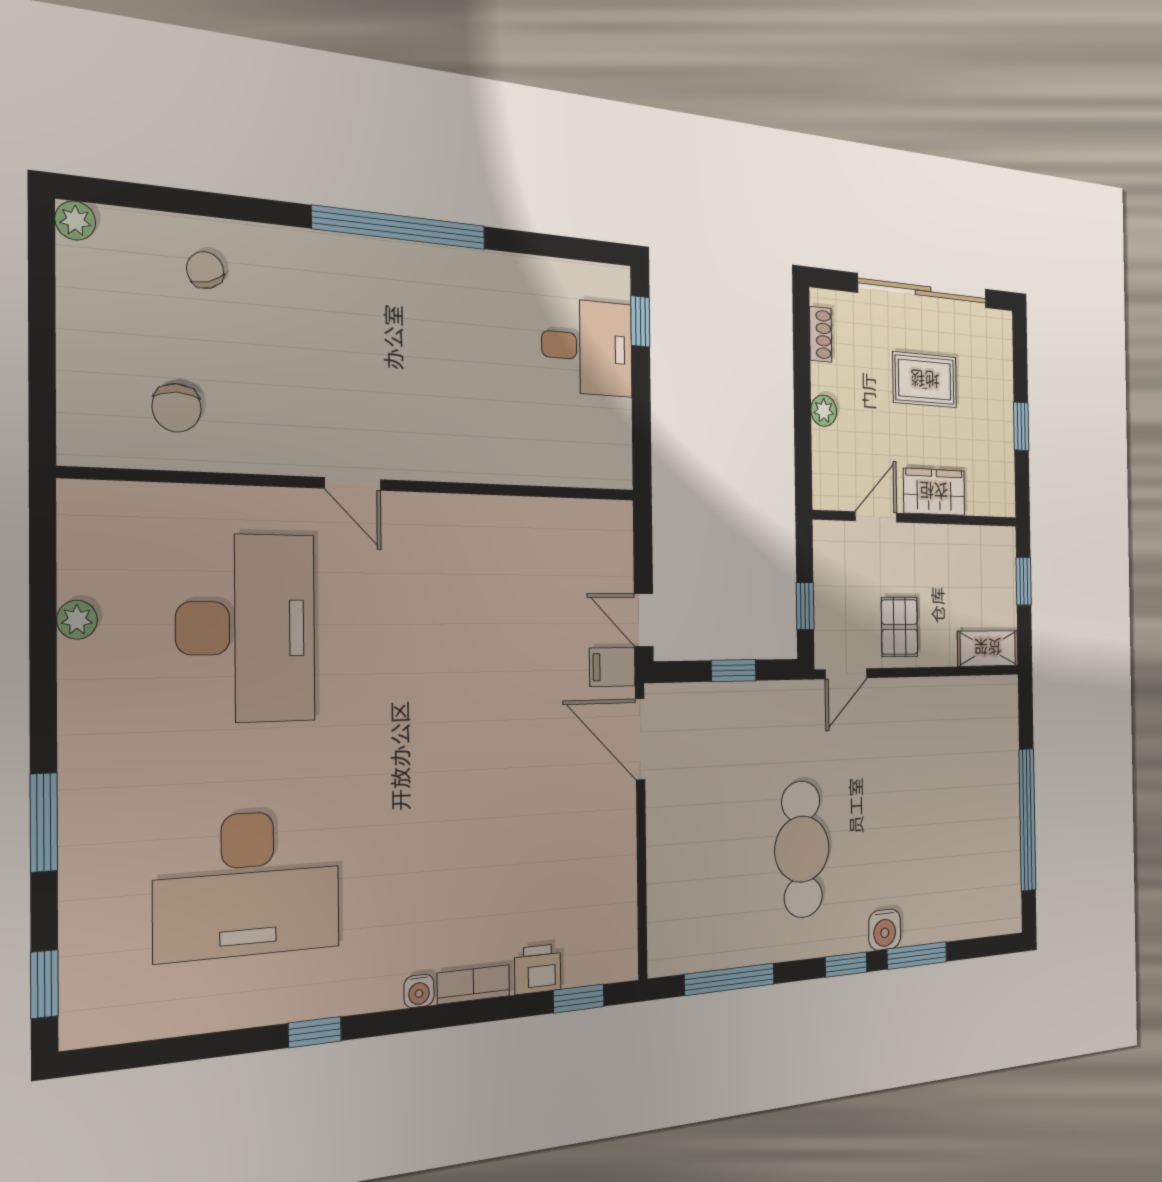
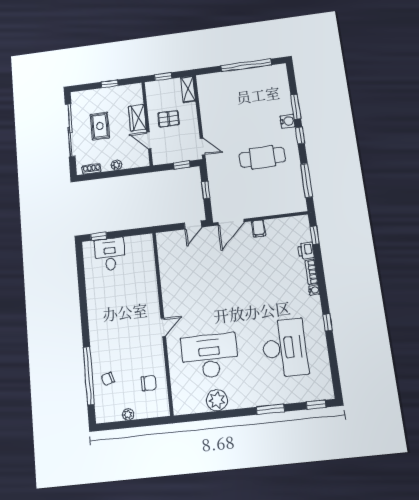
plant: (75, 221) -> (128, 415), moved
window: (400, 228) -> (89, 376), moved
plant: (77, 620) -> (217, 400), width x1.88, depth x1.88
pallet: (900, 627) -> (168, 119), moved
filing cabinet: (612, 667) -> (259, 229), moved

